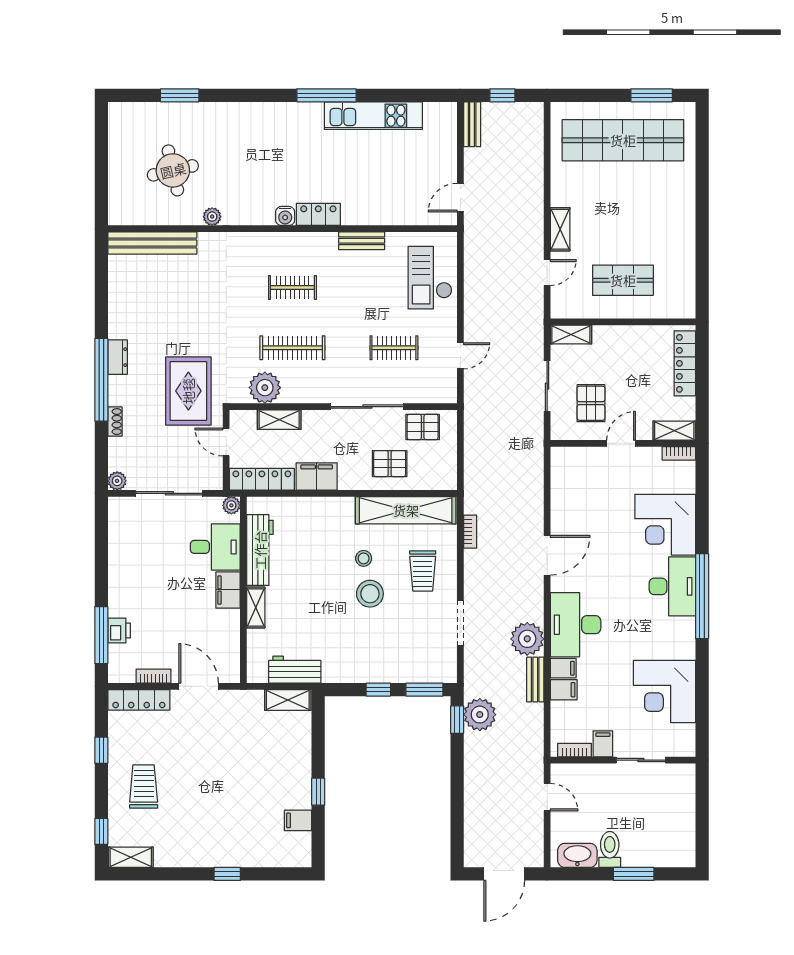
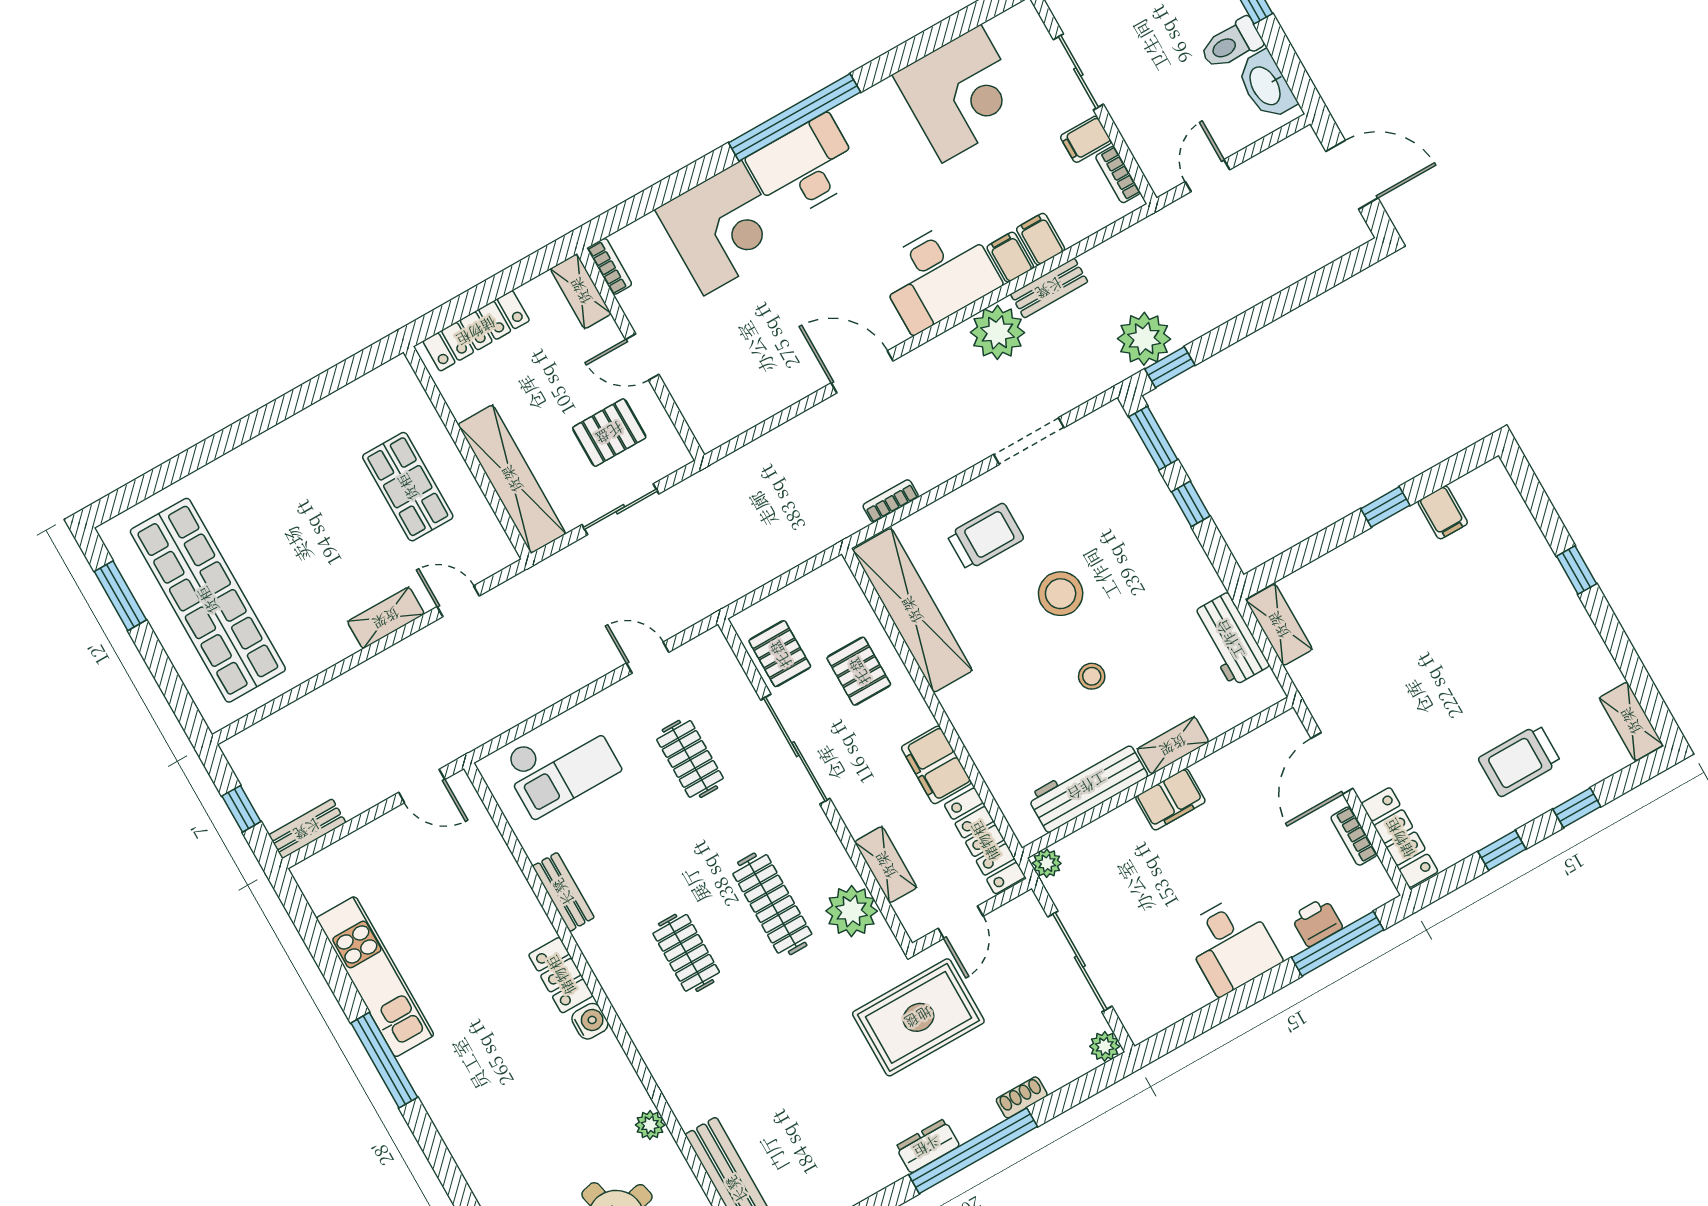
shelving: (571, 334) -> (512, 479), width x2.20, depth x1.33
desk: (215, 547) -> (1231, 945), moved, turned 180
stool: (364, 558) -> (1092, 676), moved
window: (101, 831) -> (1577, 808), moved

